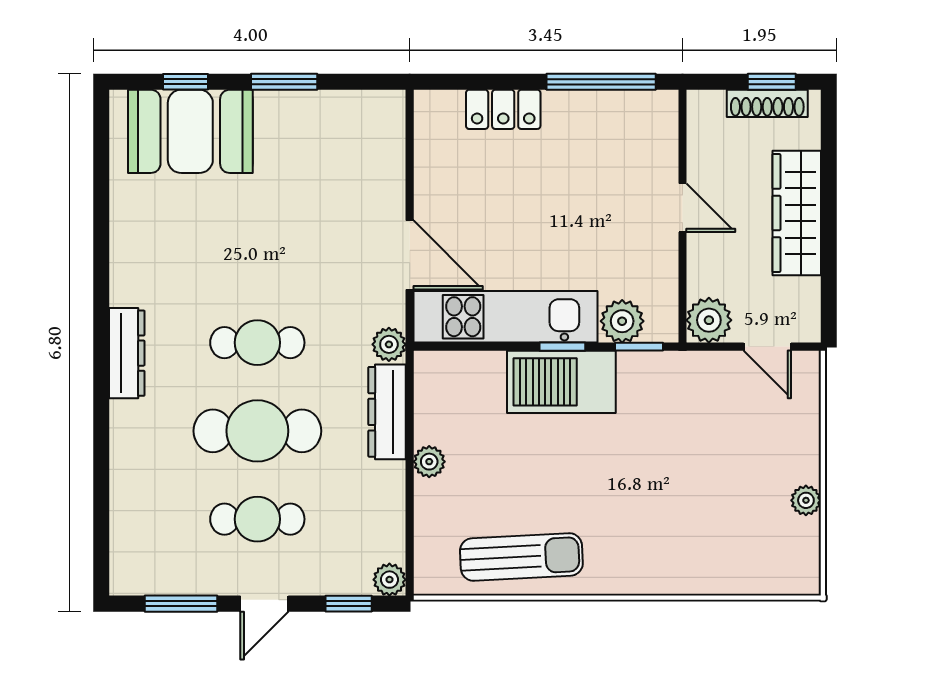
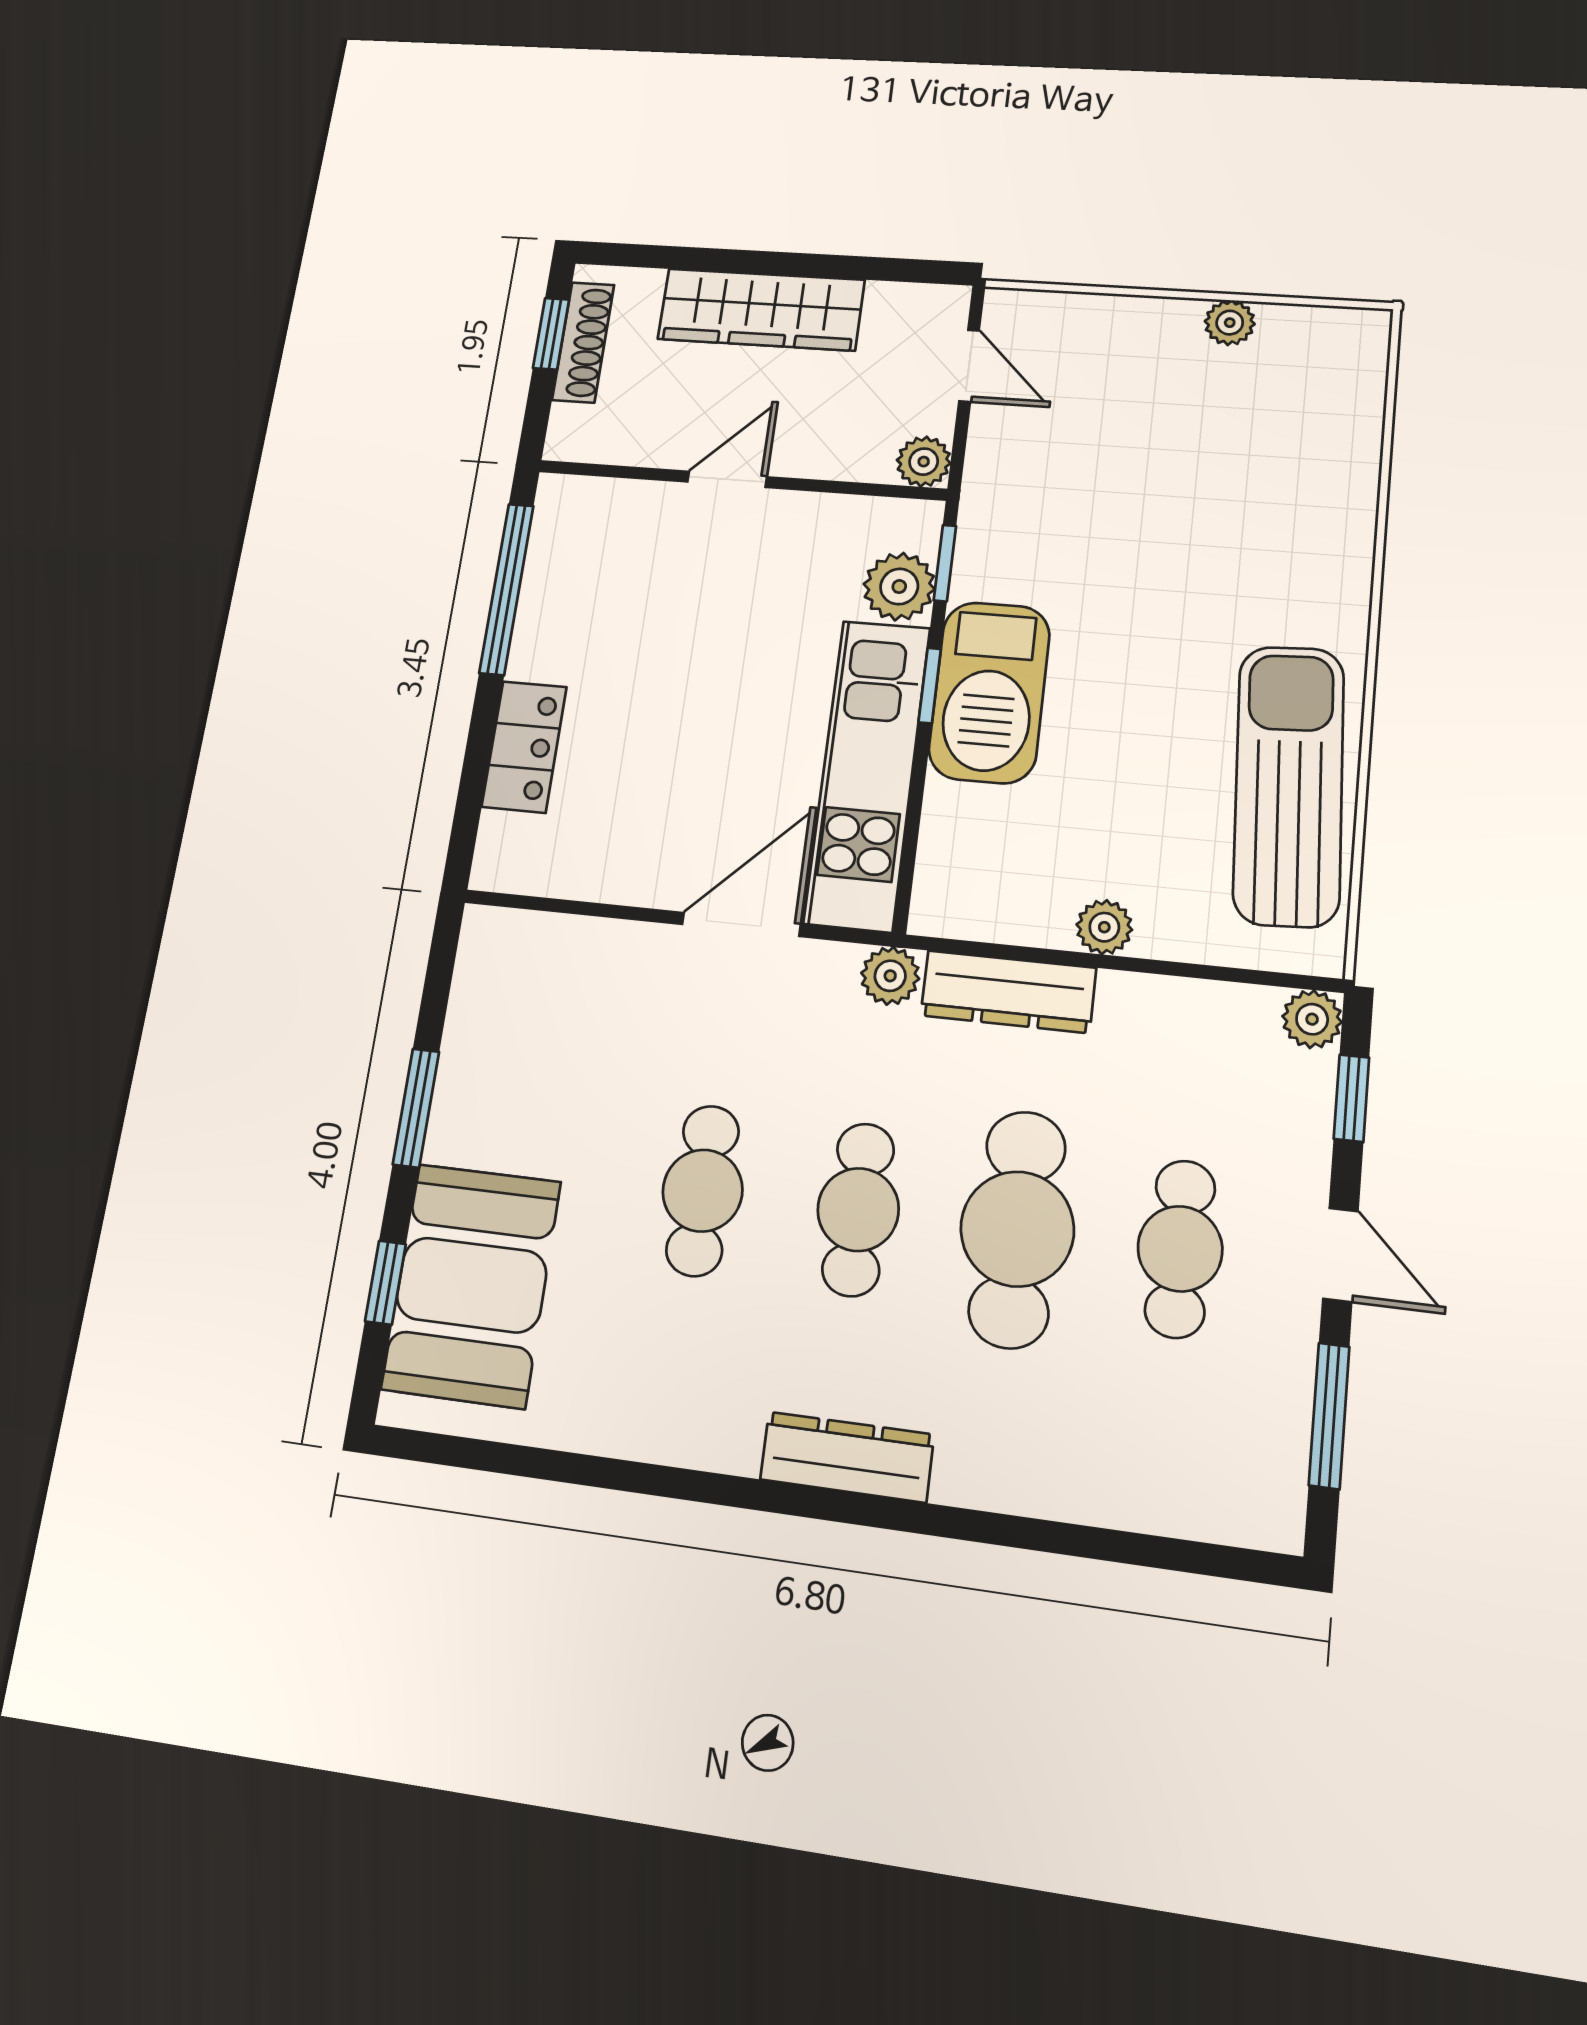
cafe table: (257, 254) -> (703, 1191), added
plant: (709, 320) -> (924, 462), width x0.73, depth x0.73
door: (767, 347) -> (969, 366), hinge flipped
sun lounger: (521, 557) -> (1289, 785), width x1.36, depth x1.34

